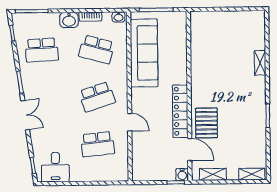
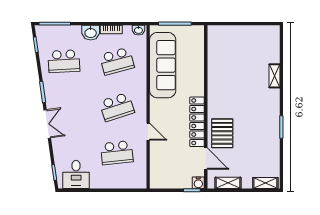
school desk: (97, 49) -> (117, 61), turned -30

